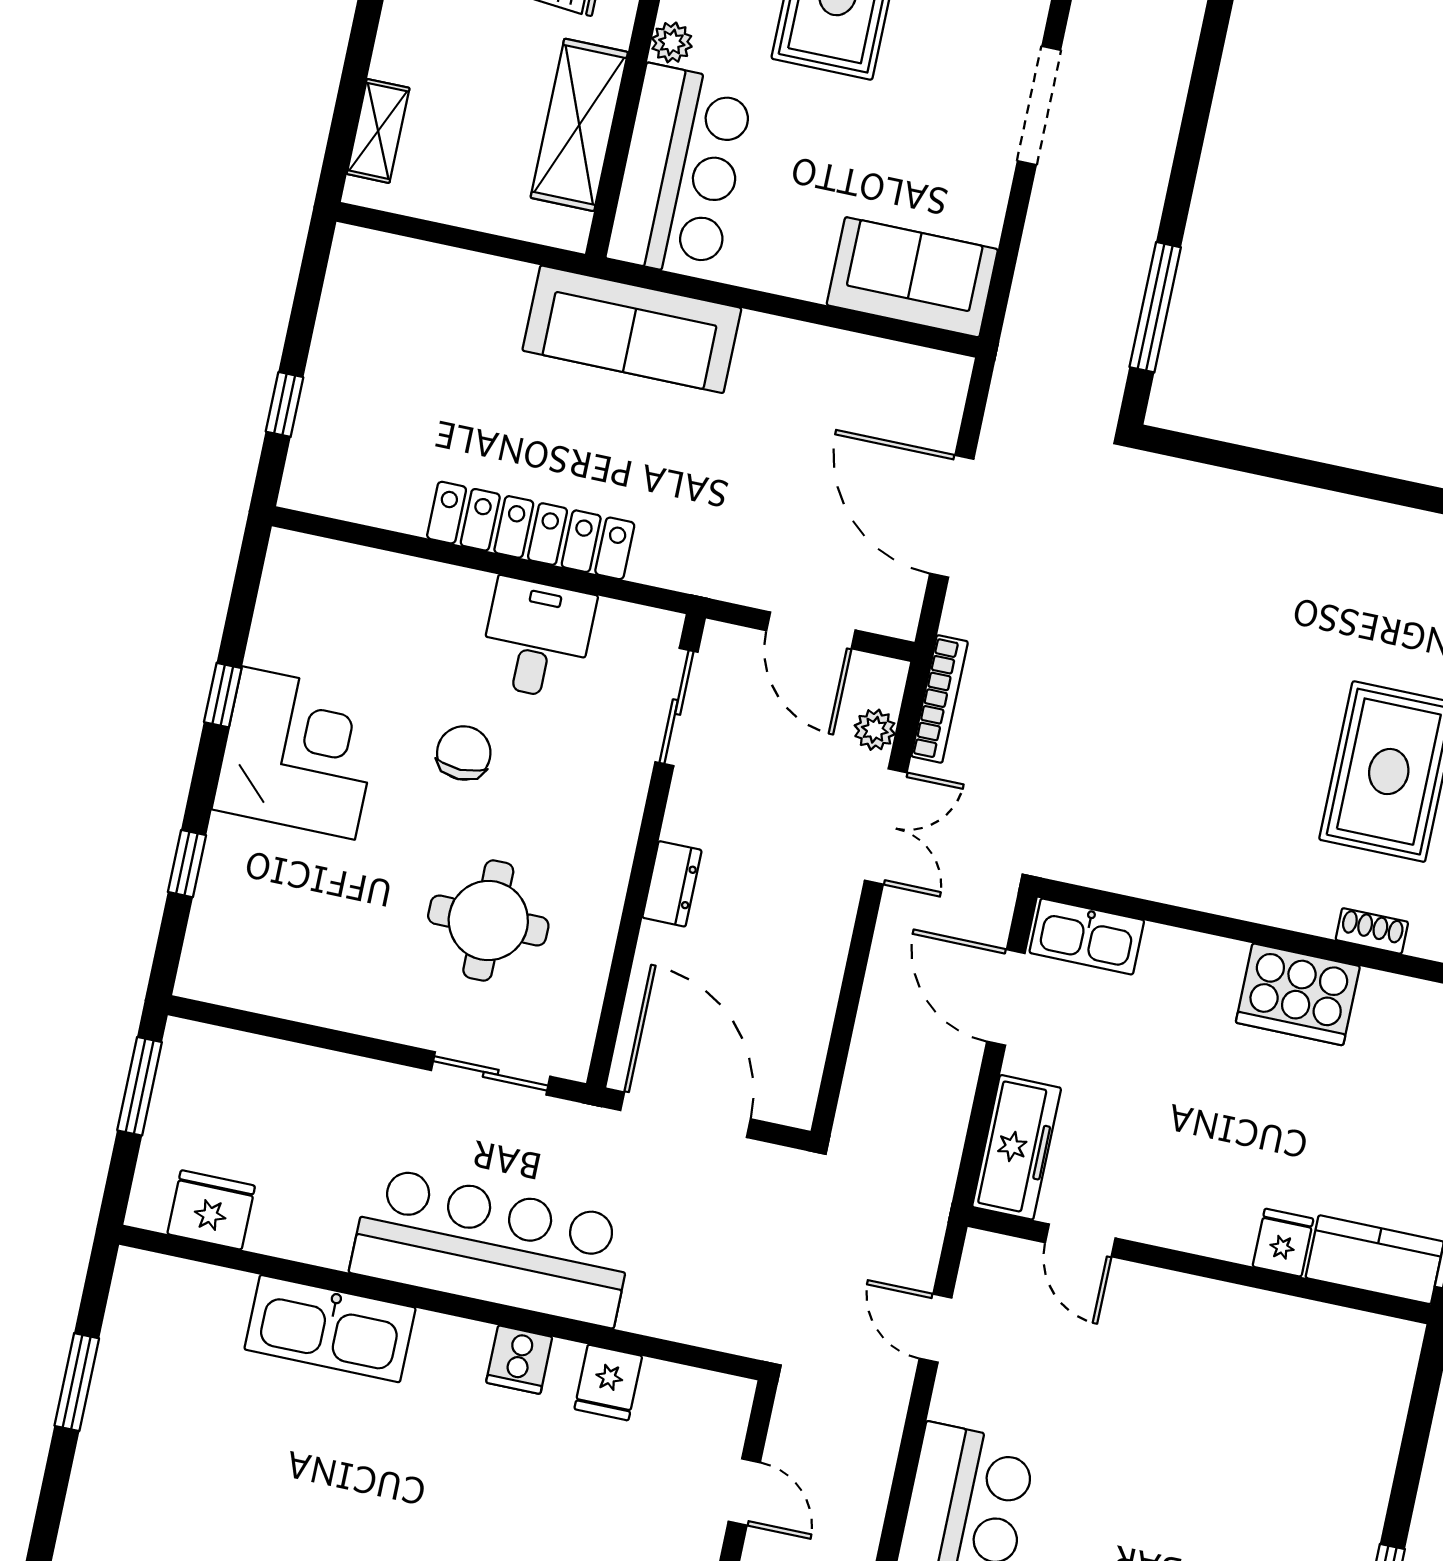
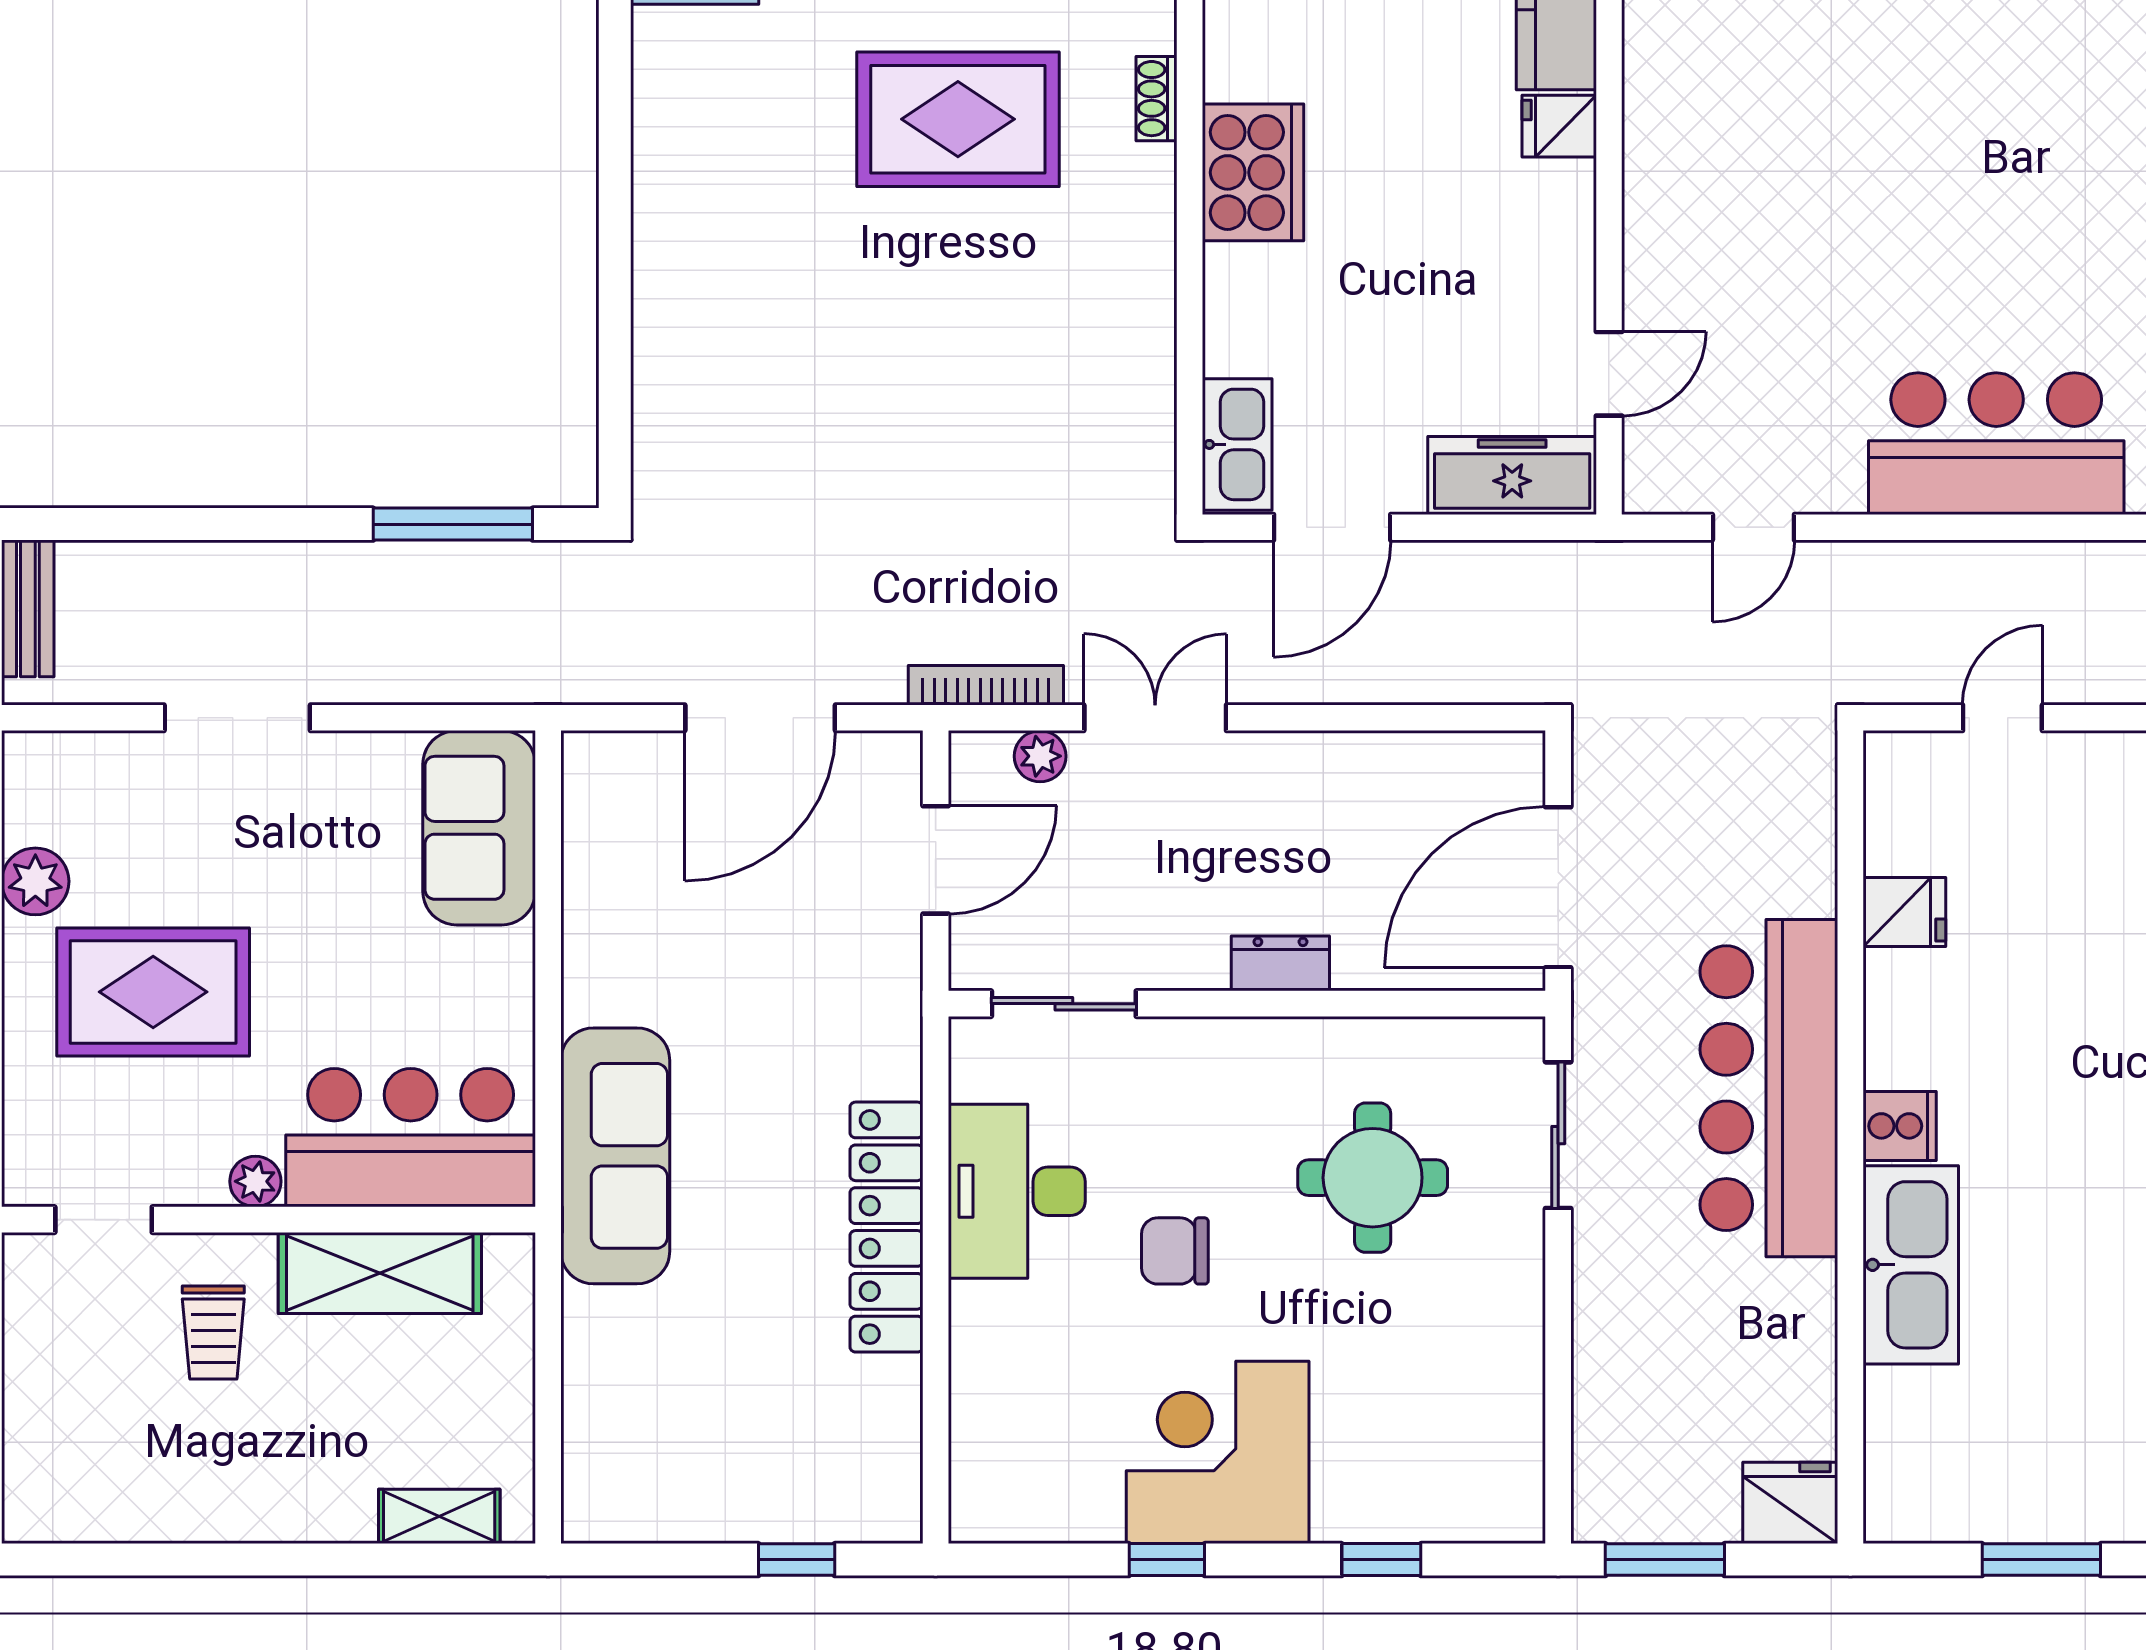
desk: (537, 639) -> (1017, 1191), width x1.37
fridge: (211, 1210) -> (1790, 1503), moved, turned 90
cooker: (519, 1360) -> (1900, 1126), moved

